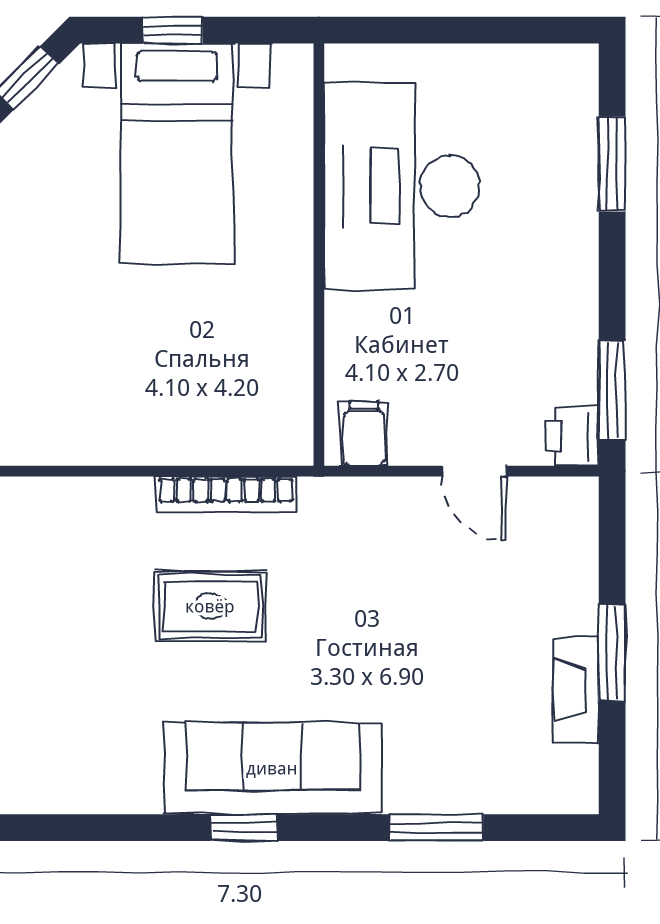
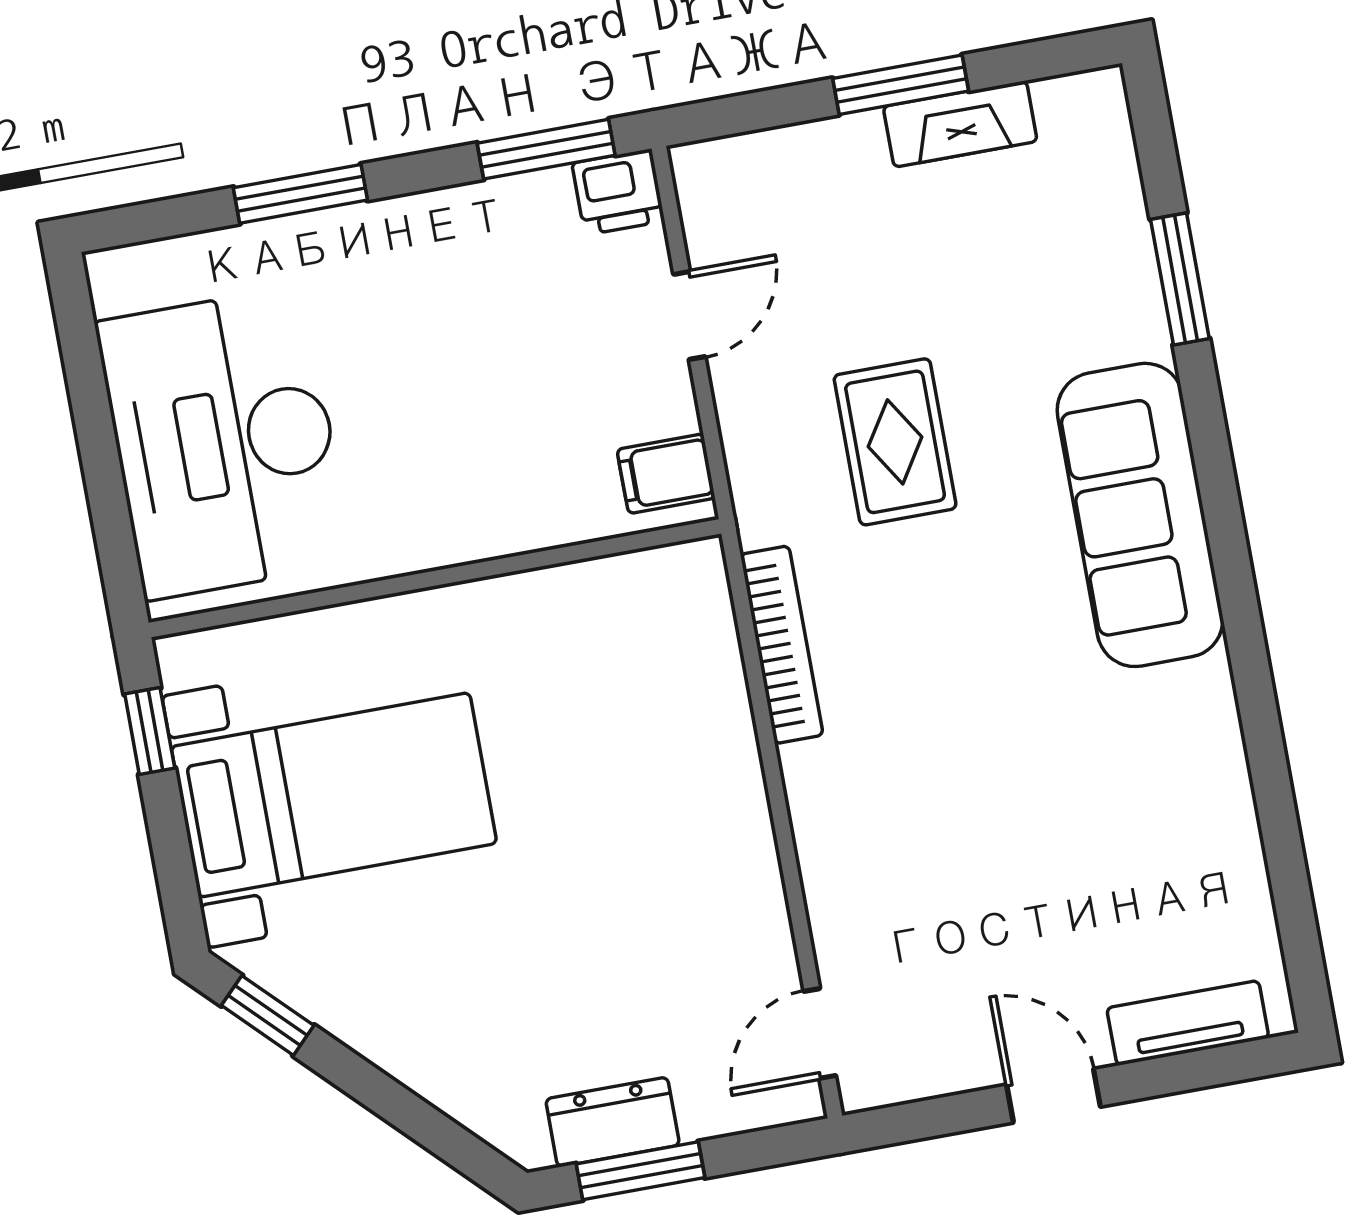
window: (173, 30) -> (150, 731), moved
window: (612, 164) -> (300, 194), moved
desk: (402, 186) -> (224, 443), moved, turned 90
rug: (210, 606) -> (895, 442), moved
window: (244, 828) -> (1227, 539), removed

